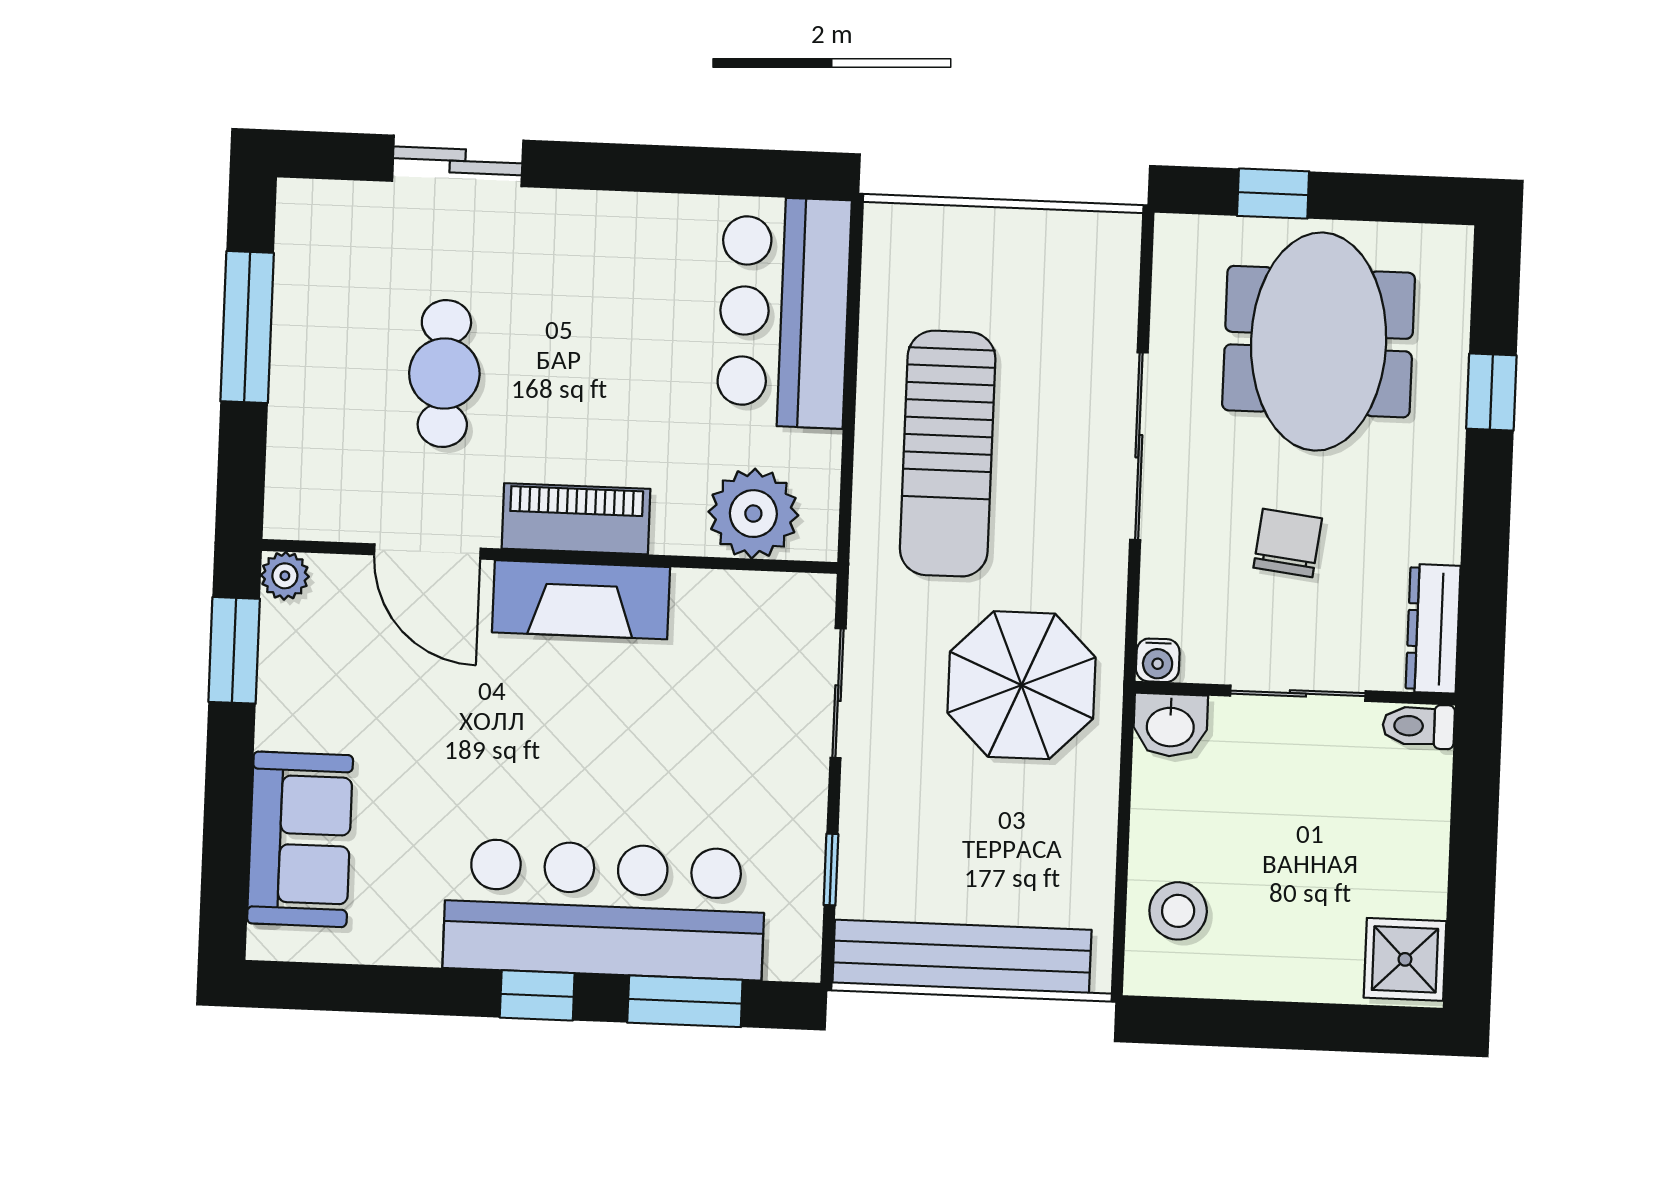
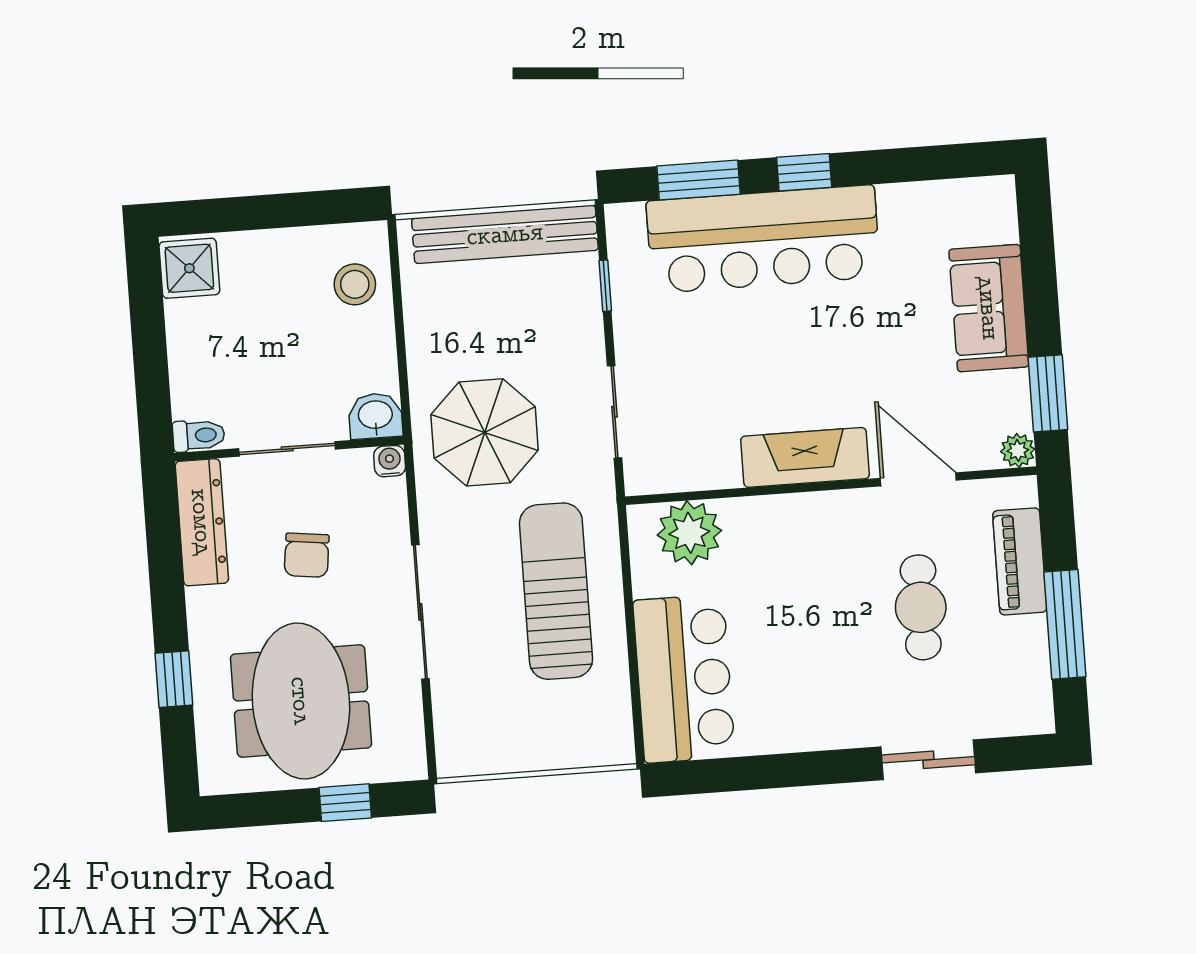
piano: (576, 519) -> (1020, 561), moved, turned 90
dresser: (1433, 629) -> (202, 522), width x1.37, depth x1.24
sofa: (300, 839) -> (989, 308), moved

